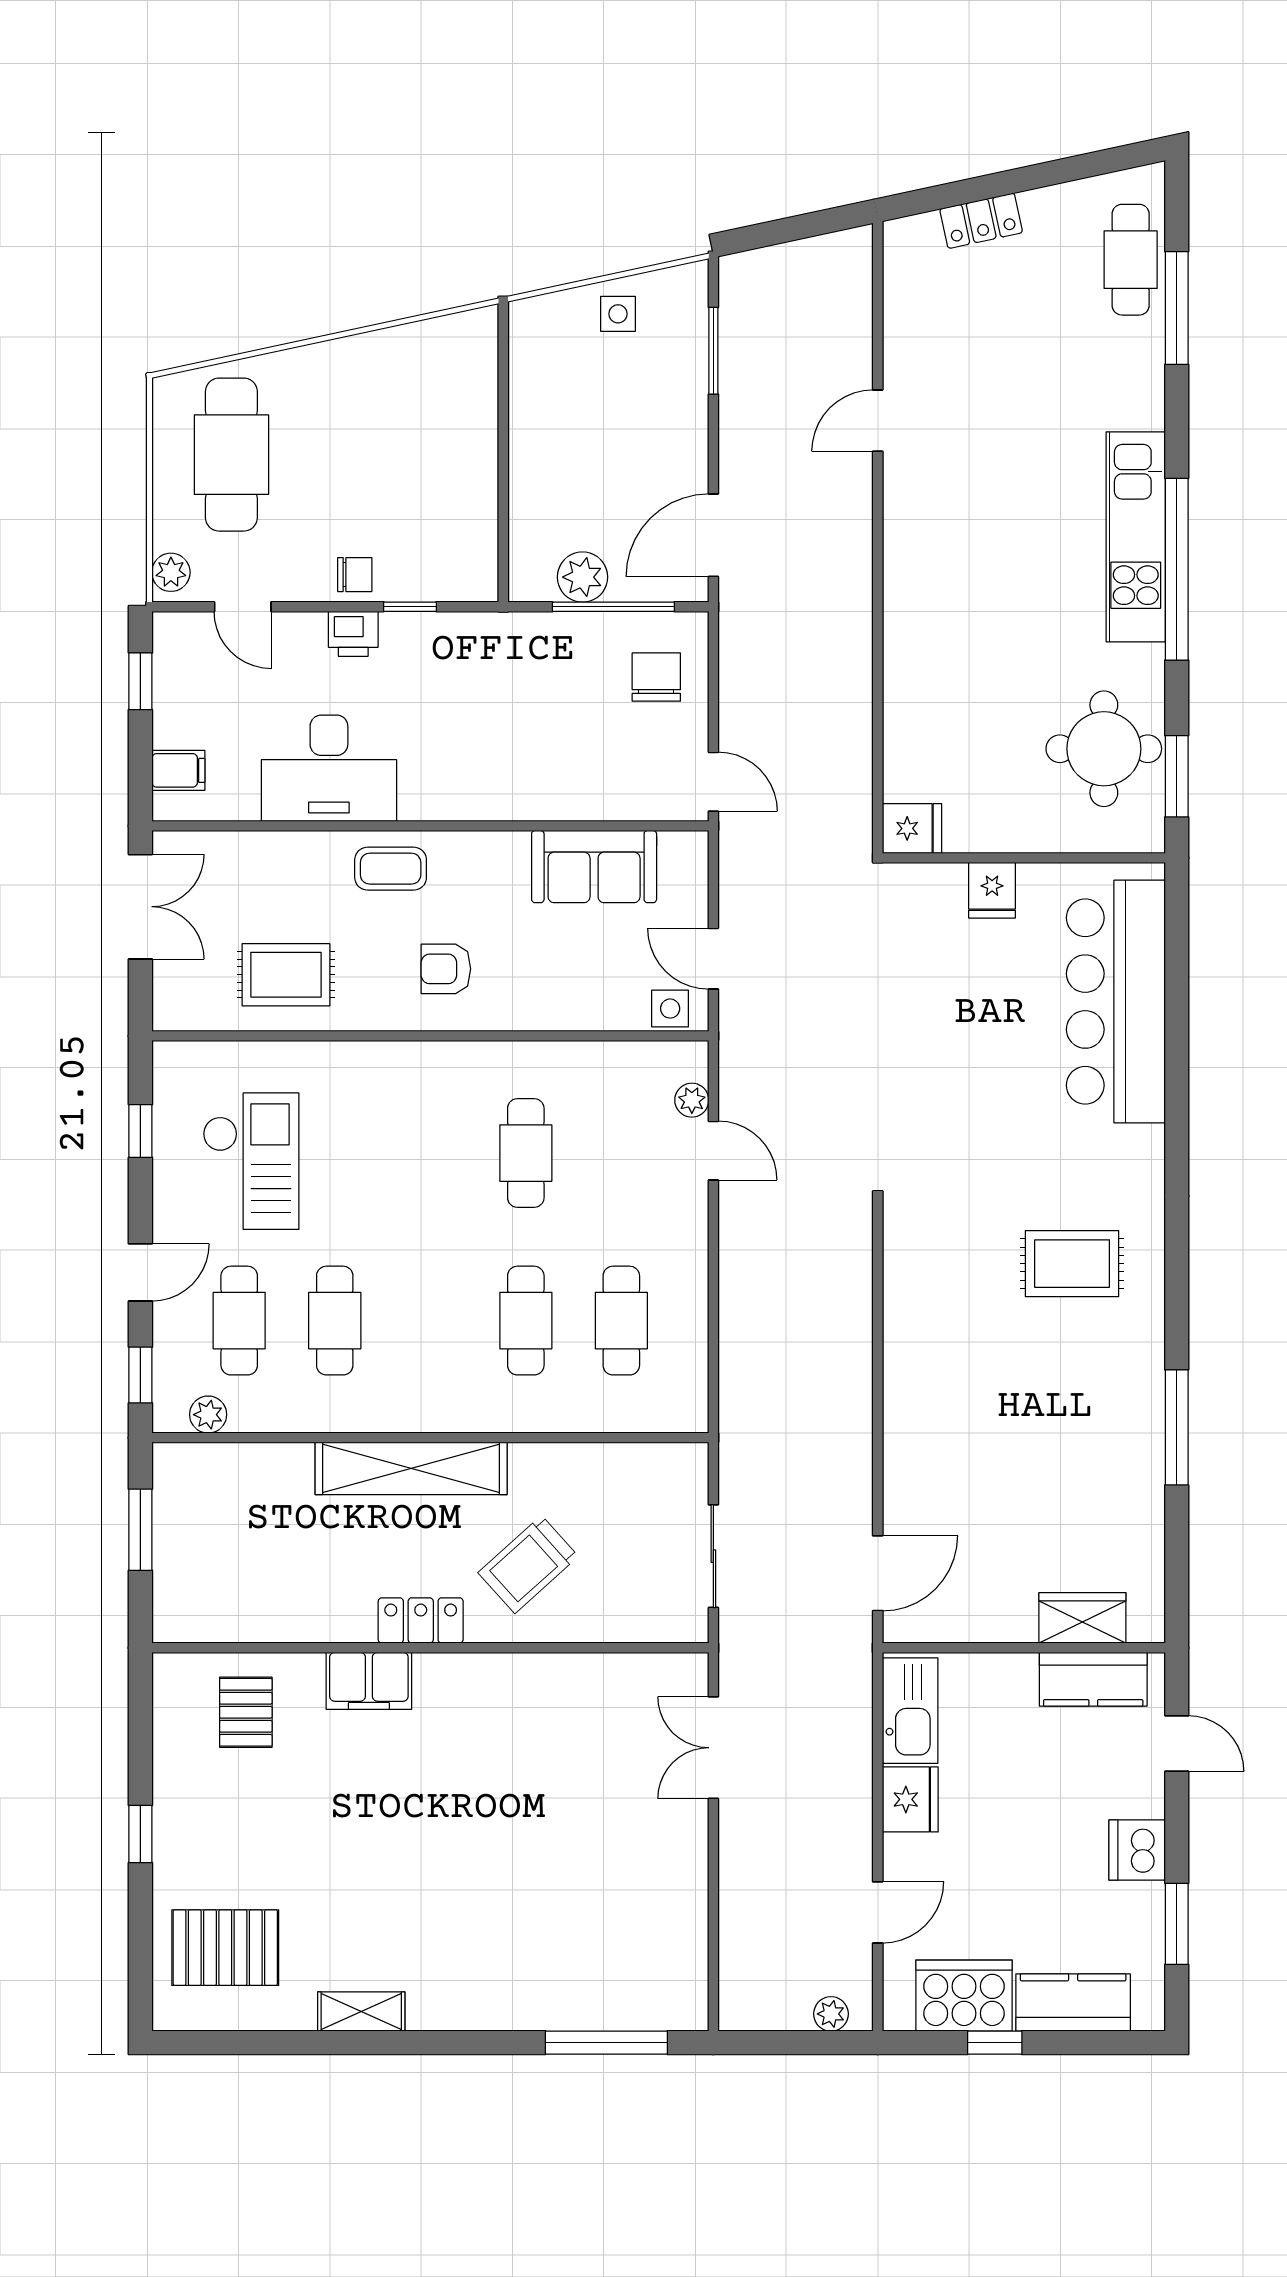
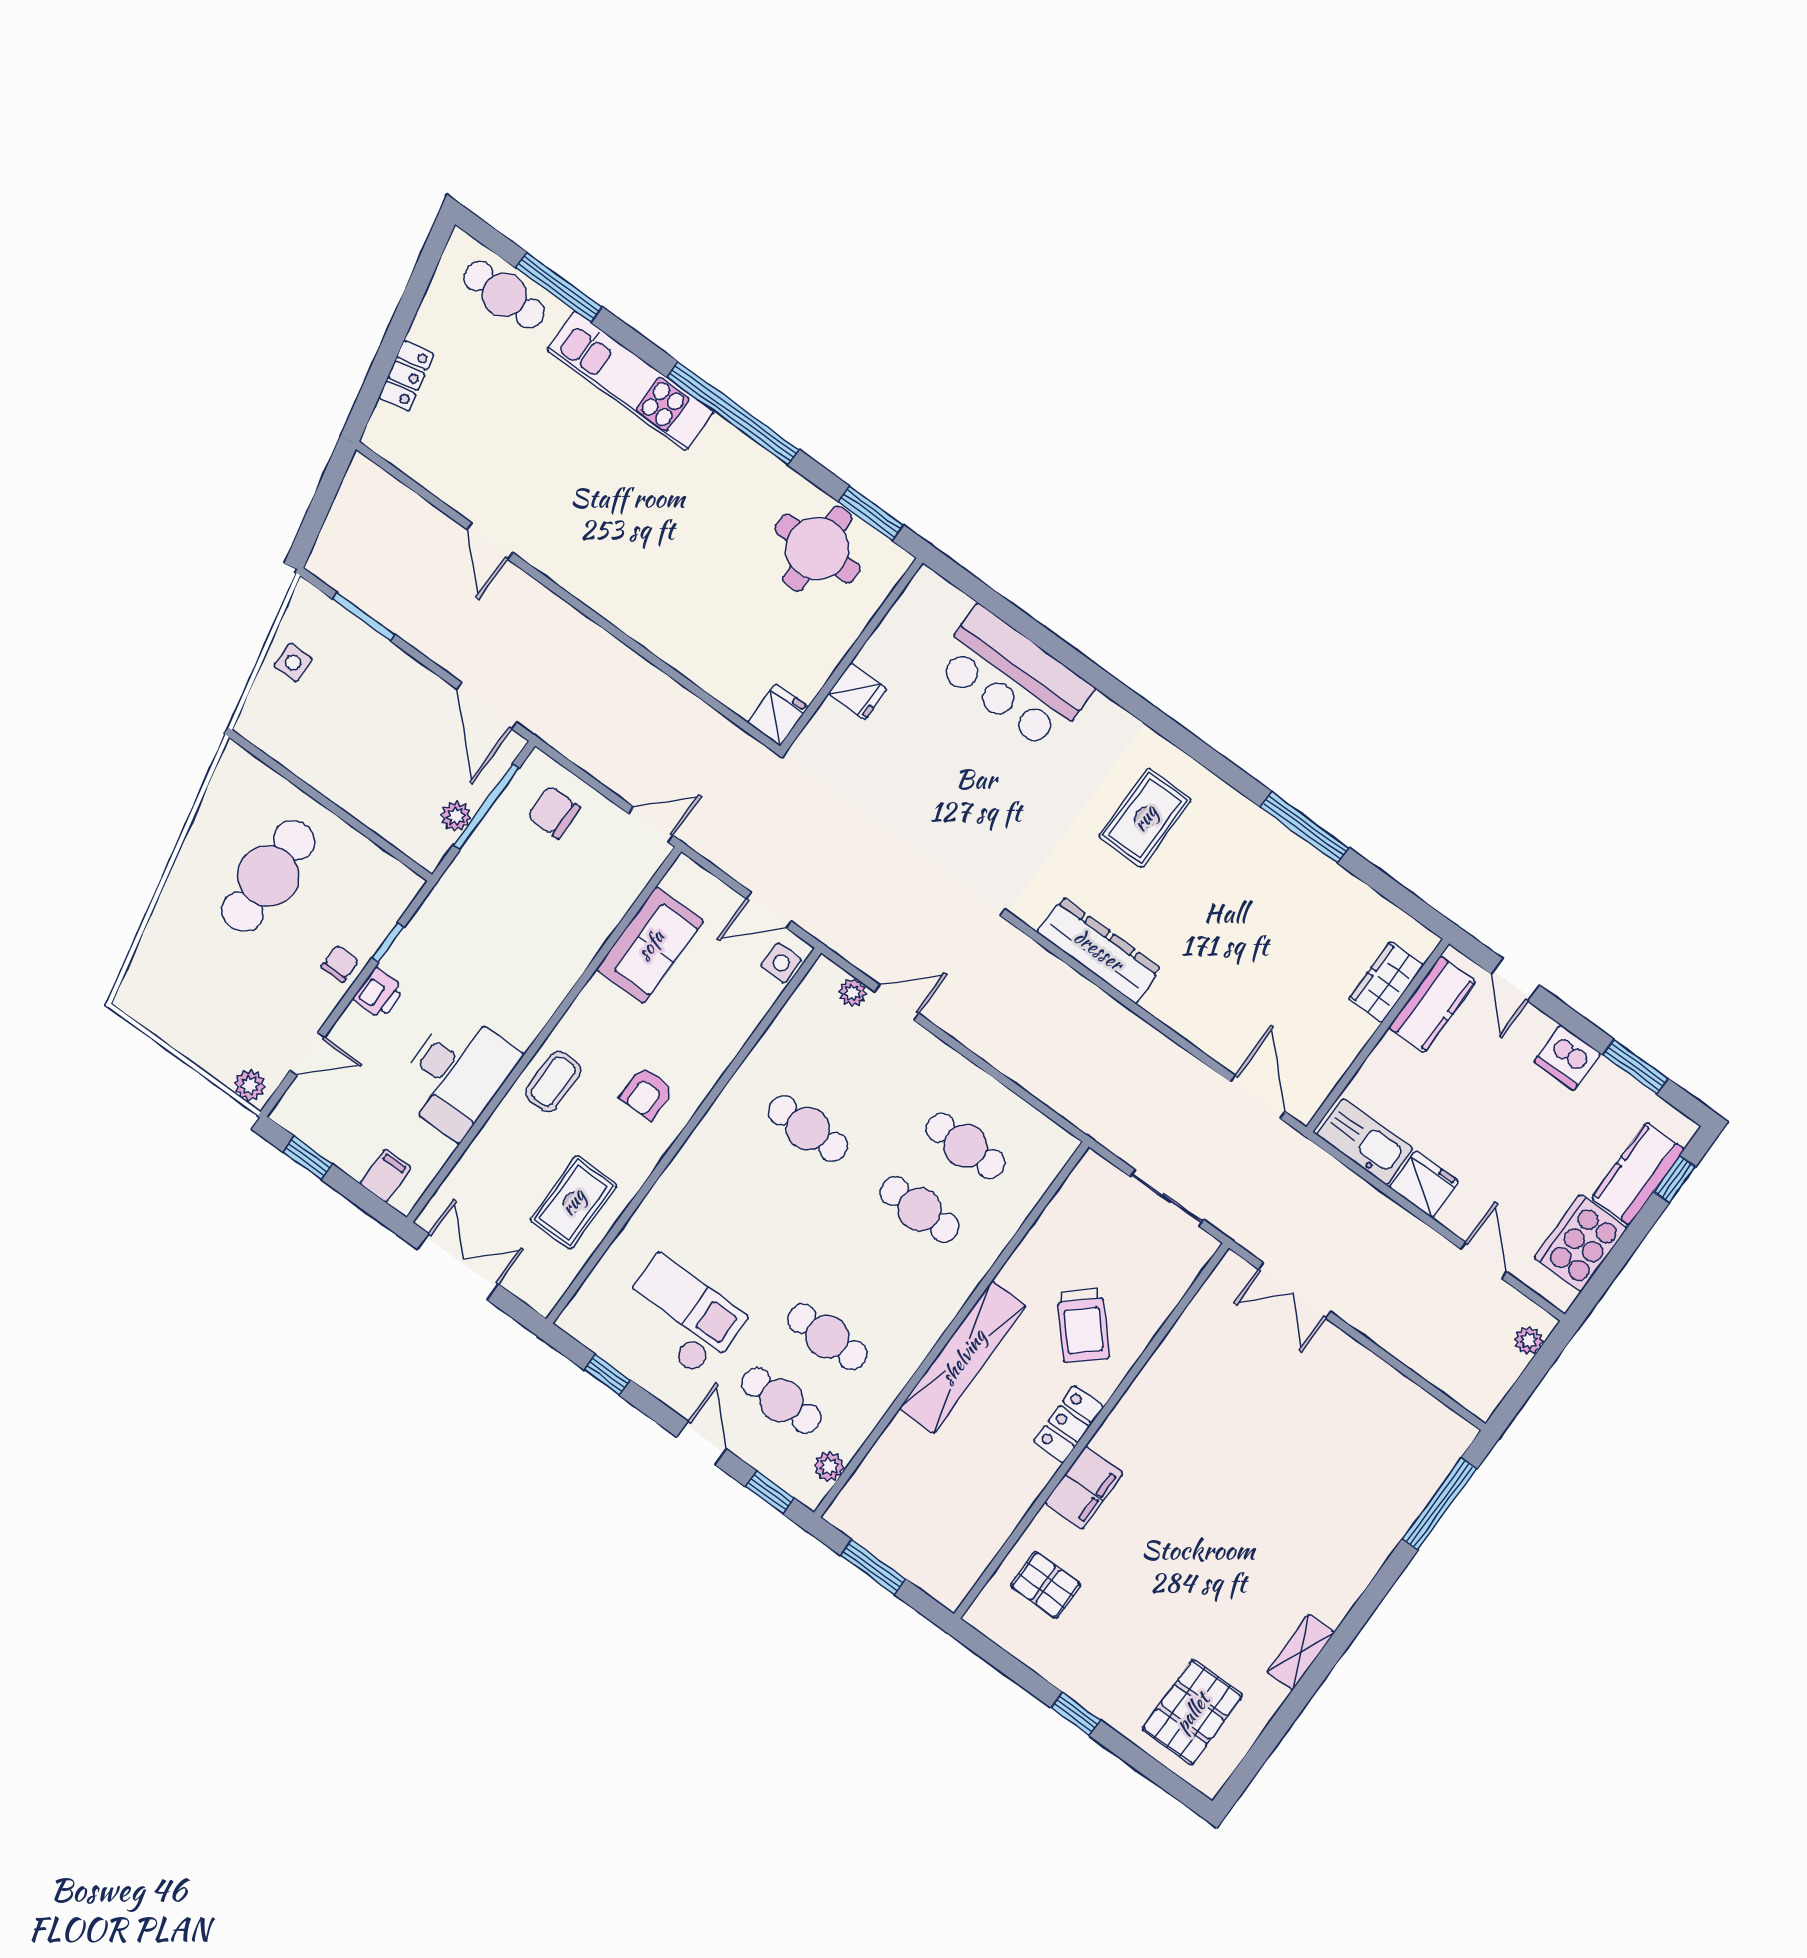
cafe table: (231, 455) -> (268, 876), moved, turned 90
kitchen unit: (1136, 537) -> (630, 381), moved
plant: (583, 577) -> (456, 816), width x0.73, depth x0.73
bar counter: (1116, 1002) -> (1013, 678), width x0.73
dresser: (909, 1313) -> (1099, 950), added
door: (1177, 1744) -> (1515, 980), swing flipped
window: (995, 2043) -> (1675, 1179), moved

